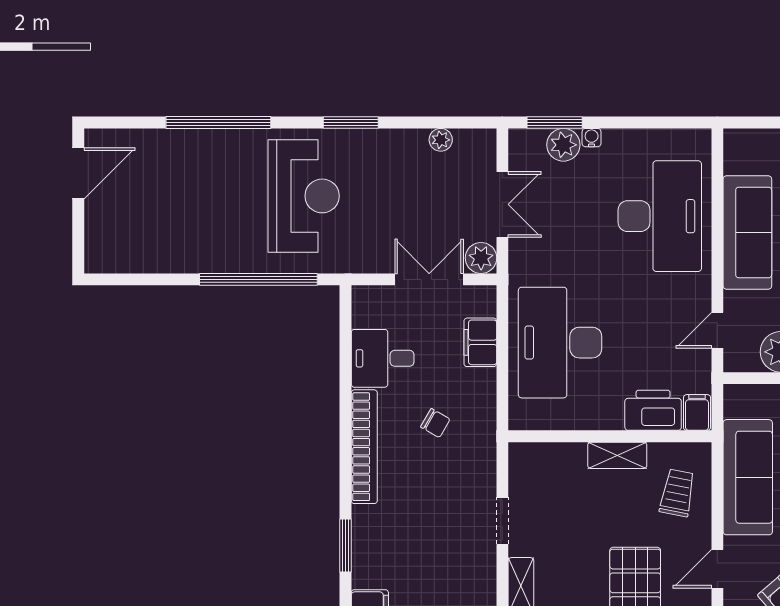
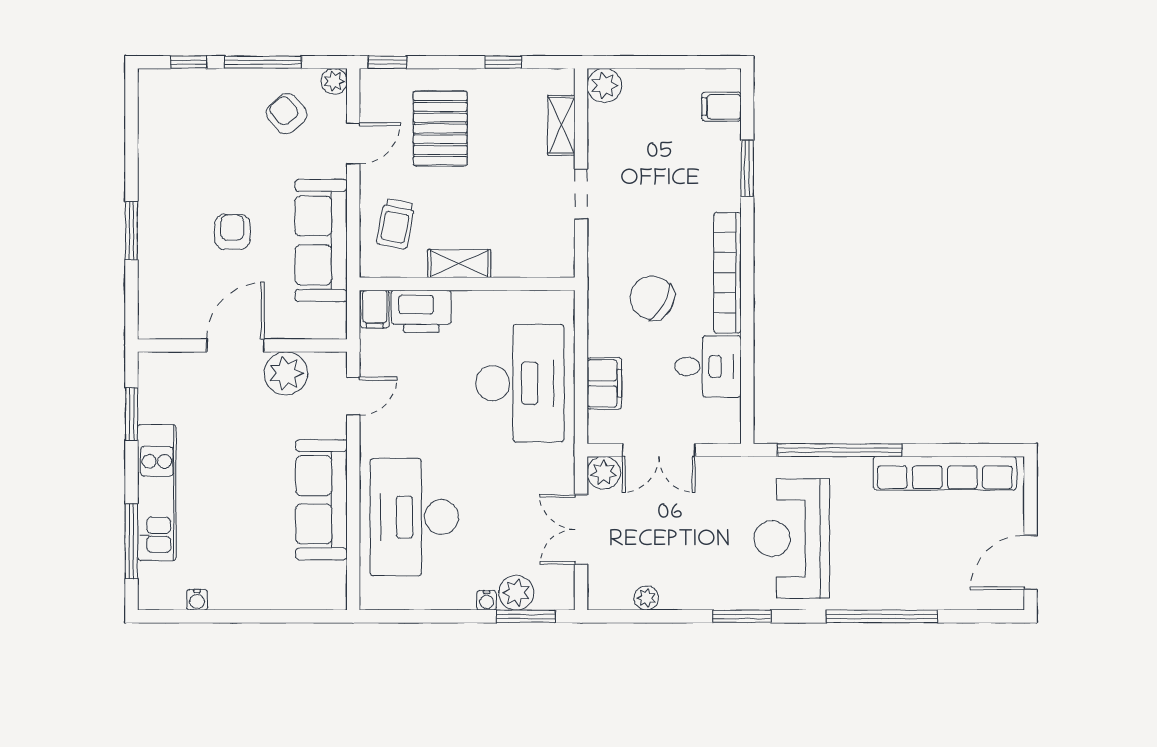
row of seats: (159, 258) -> (945, 473), added
chair: (435, 423) -> (652, 298), width x1.87, depth x1.87

